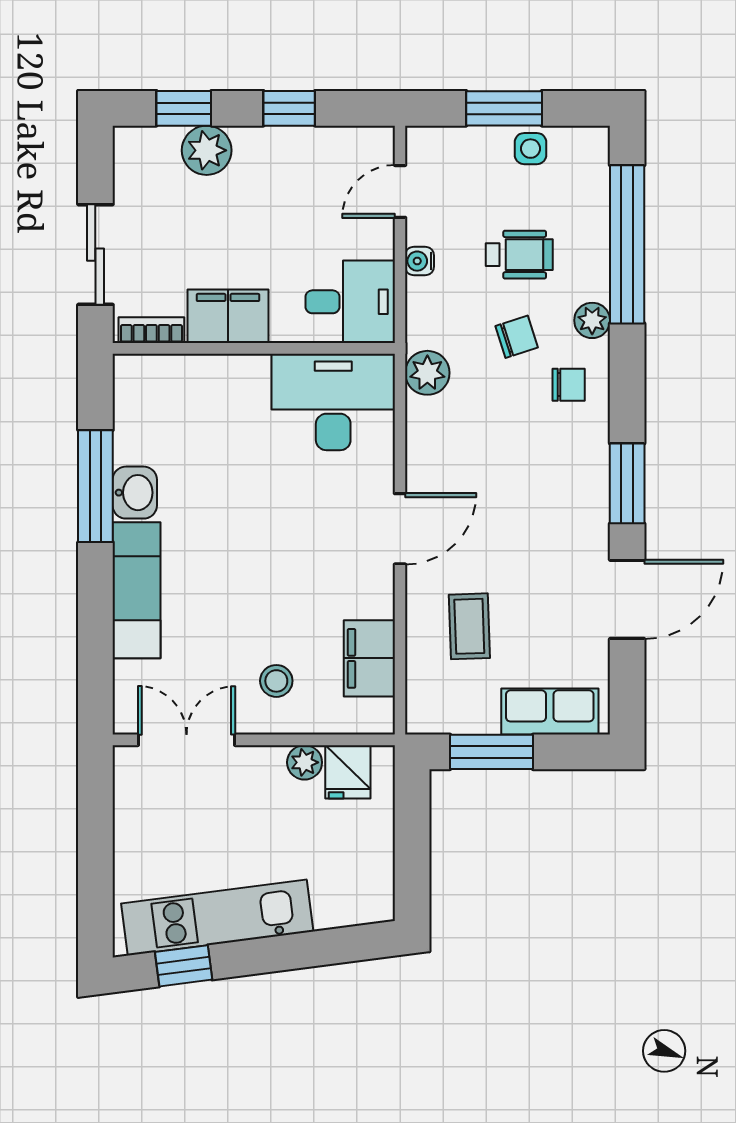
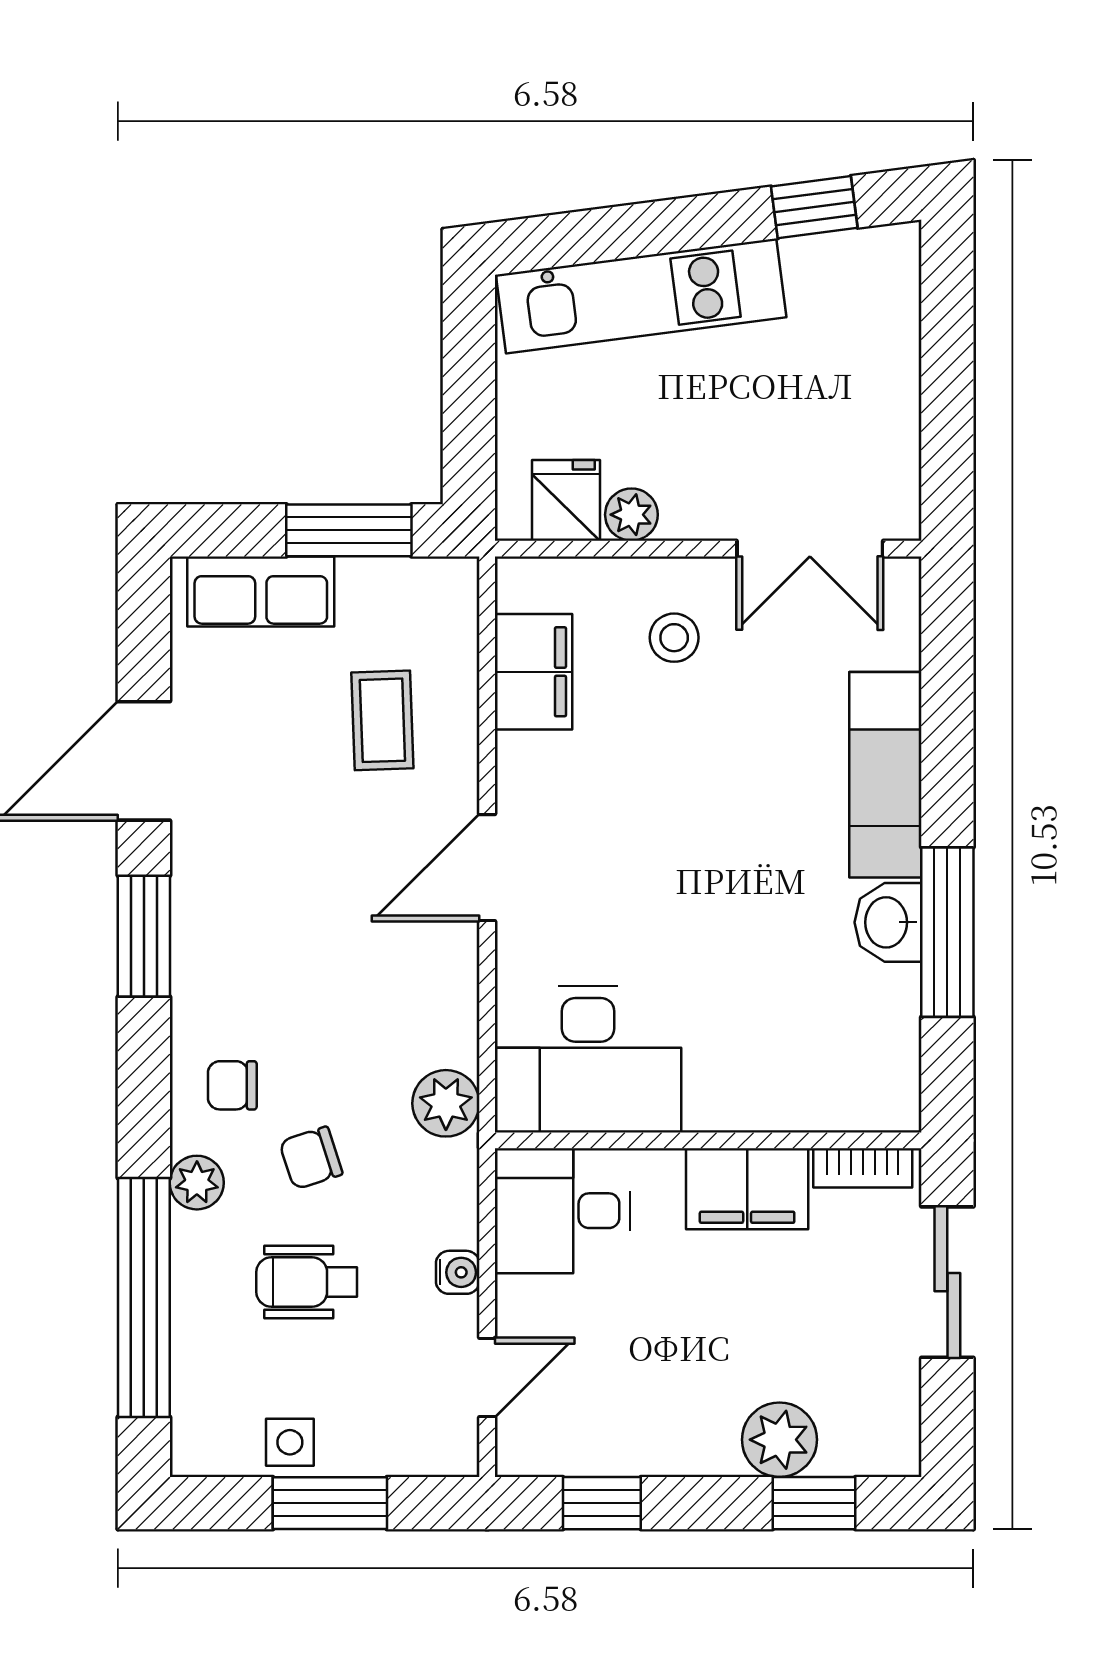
window: (289, 108) -> (602, 1503), moved
kitchen unit: (217, 917) -> (641, 296), moved

